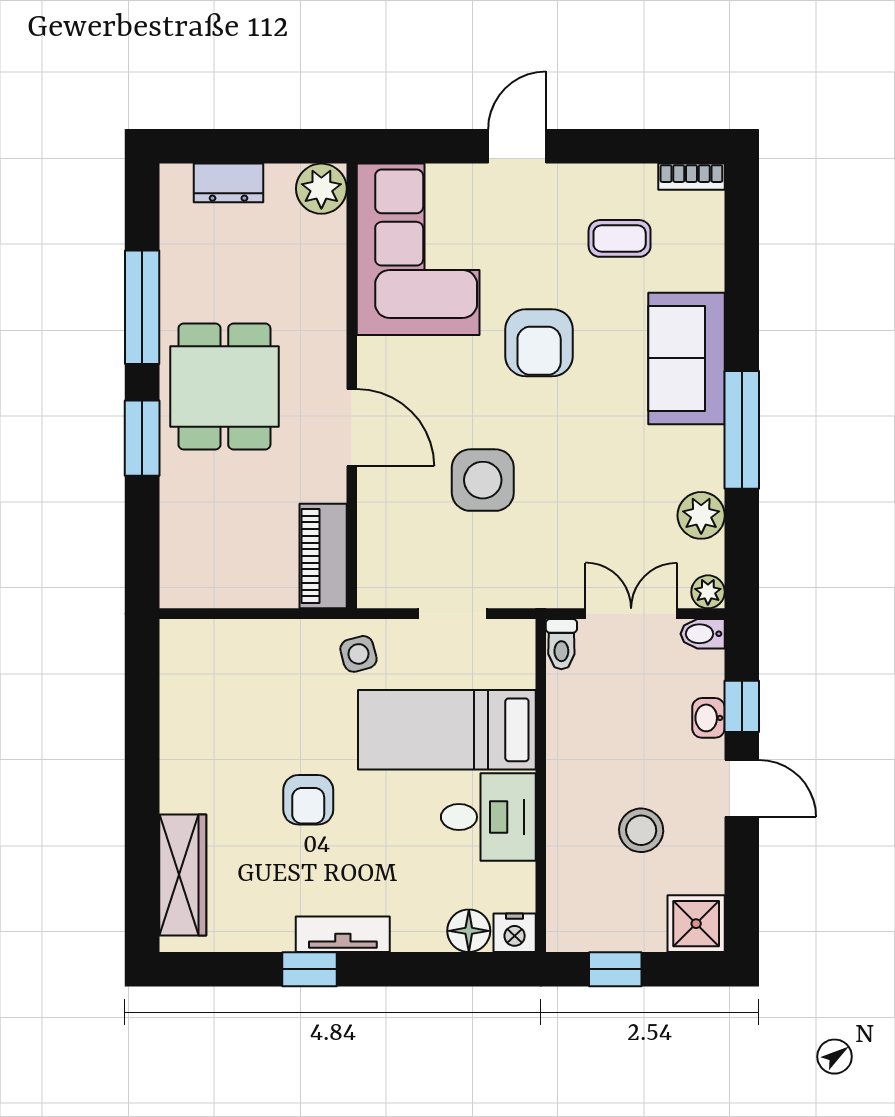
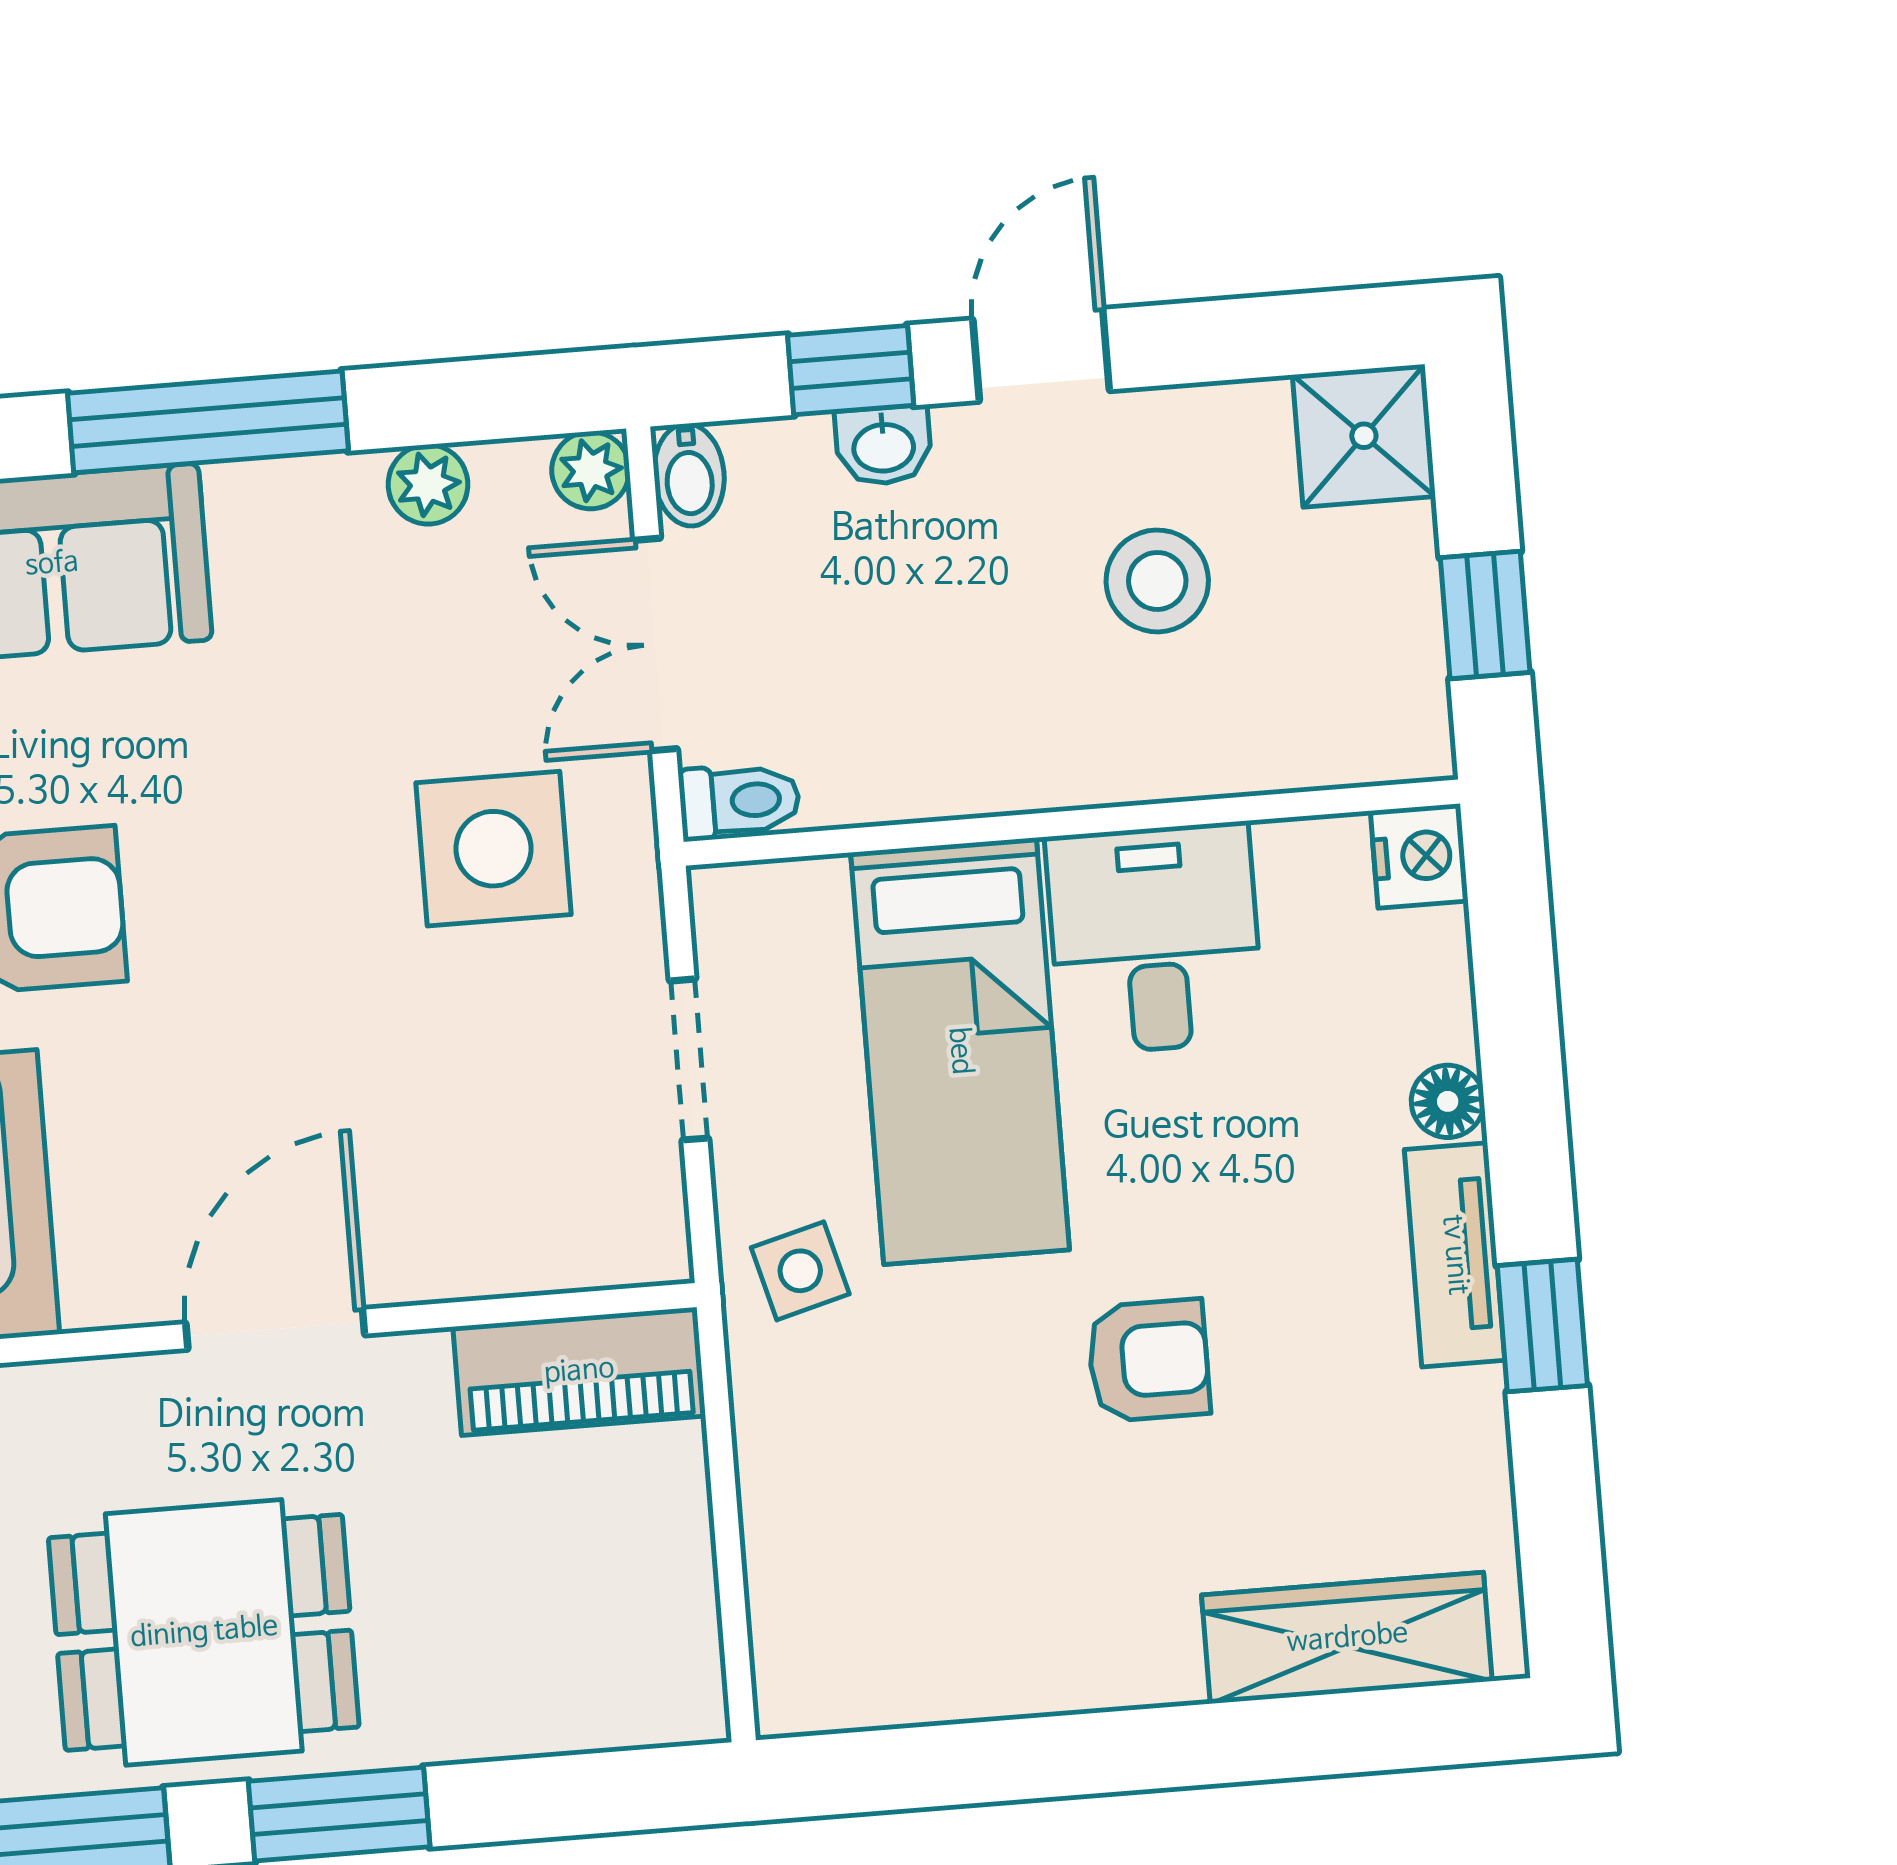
side table: (483, 480) -> (493, 849), moved
plant: (701, 515) -> (428, 484), width x0.73, depth x0.73
floor lamp: (469, 931) -> (1448, 1101), moved, width x0.73, depth x0.73

